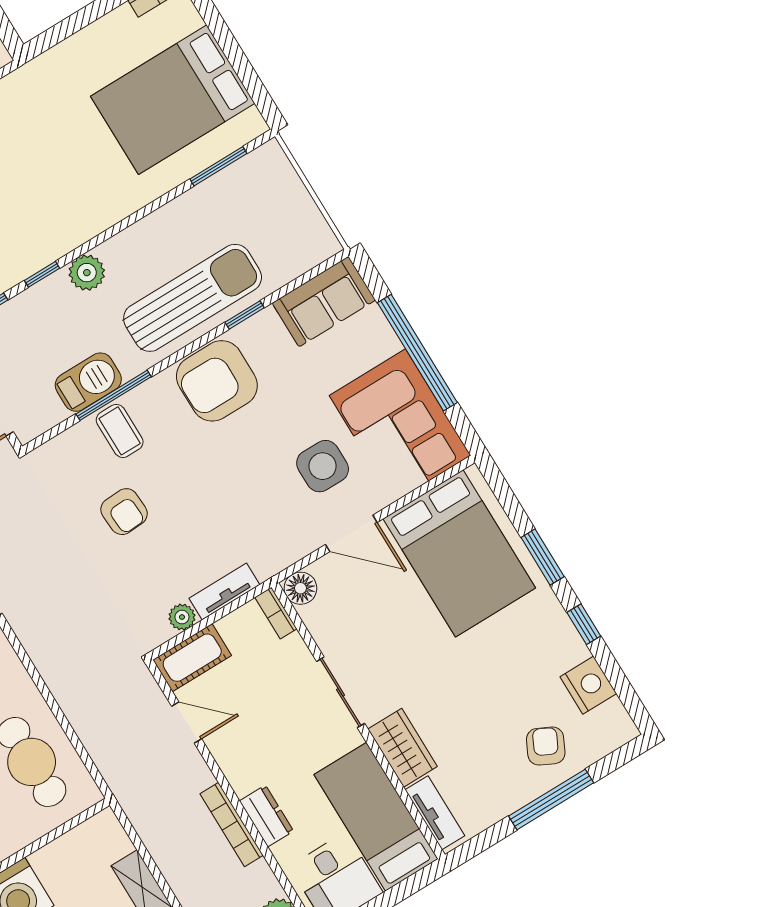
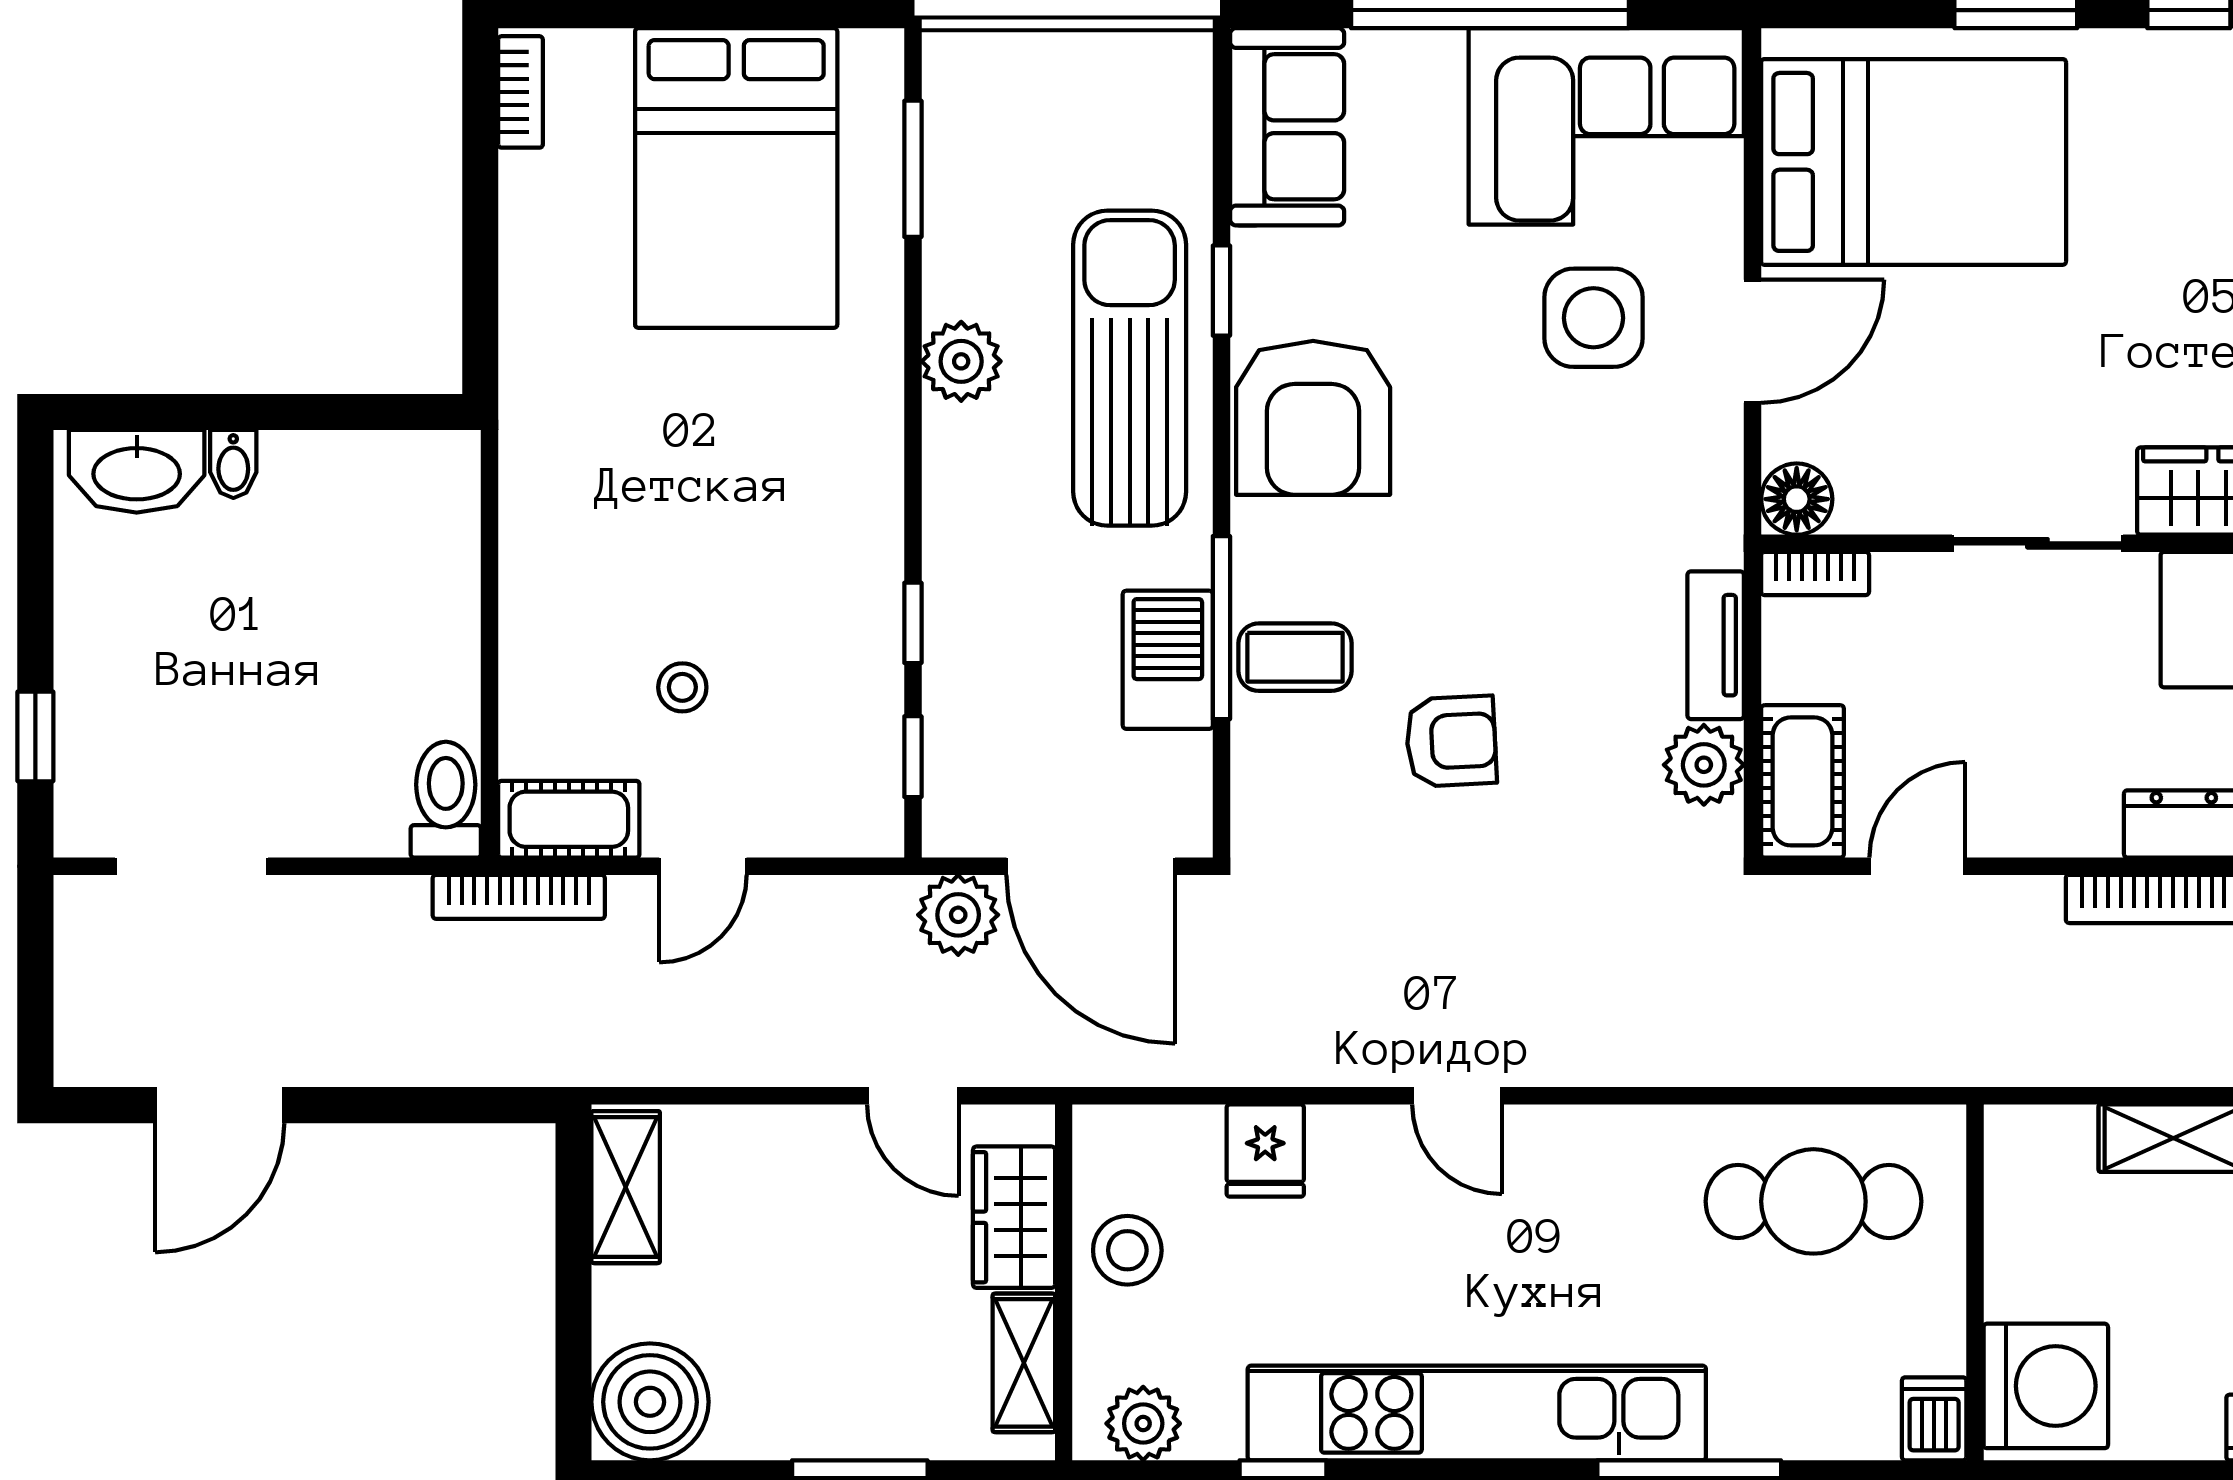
plant: (87, 273) -> (961, 361), moved
plant: (182, 617) -> (1704, 765), width x1.38, depth x1.38

